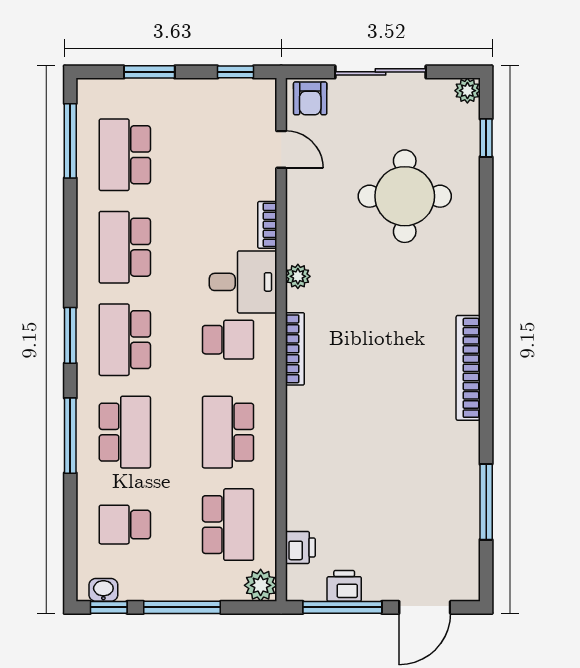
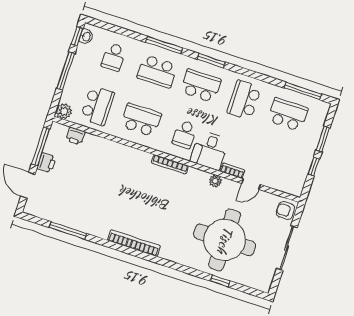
window: (236, 72) -> (314, 166), moved
plant: (467, 91) -> (265, 286), removed
window: (486, 138) -> (220, 281), moved
door: (281, 149) -> (251, 184), moved
round table: (405, 196) -> (225, 240), width x1.36, depth x1.36
school desk: (125, 247) -> (244, 100), turned -90
plant: (298, 276) -> (215, 181), moved
school desk: (125, 525) -> (114, 57), turned 180
school desk: (228, 525) -> (97, 106), turned -90
printer: (344, 586) -> (46, 163), moved

